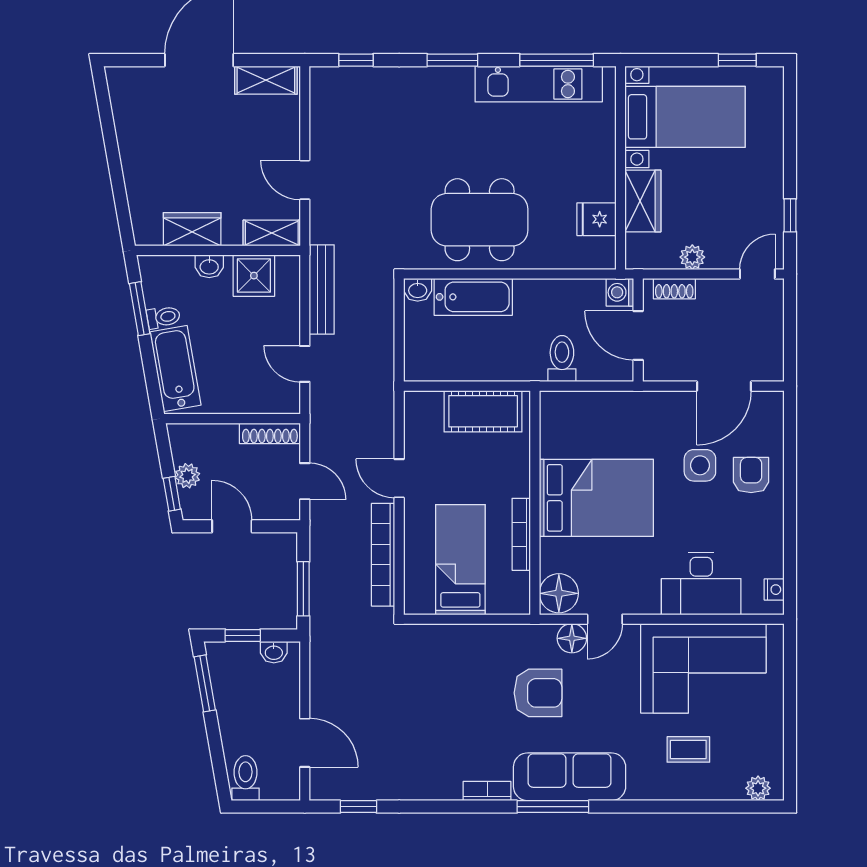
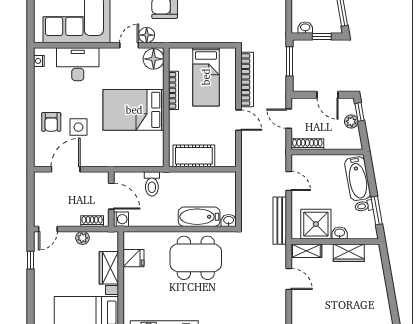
shower: (254, 276) -> (316, 224), width x1.36, depth x1.36

